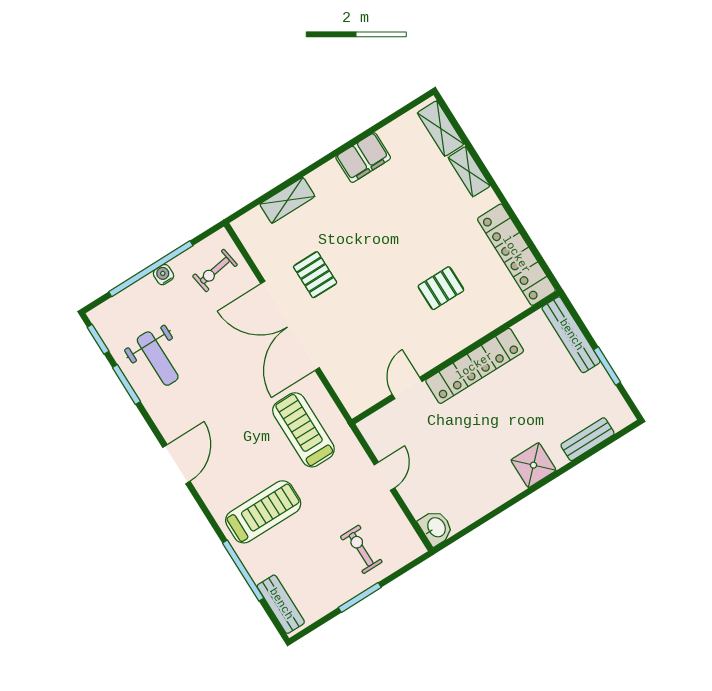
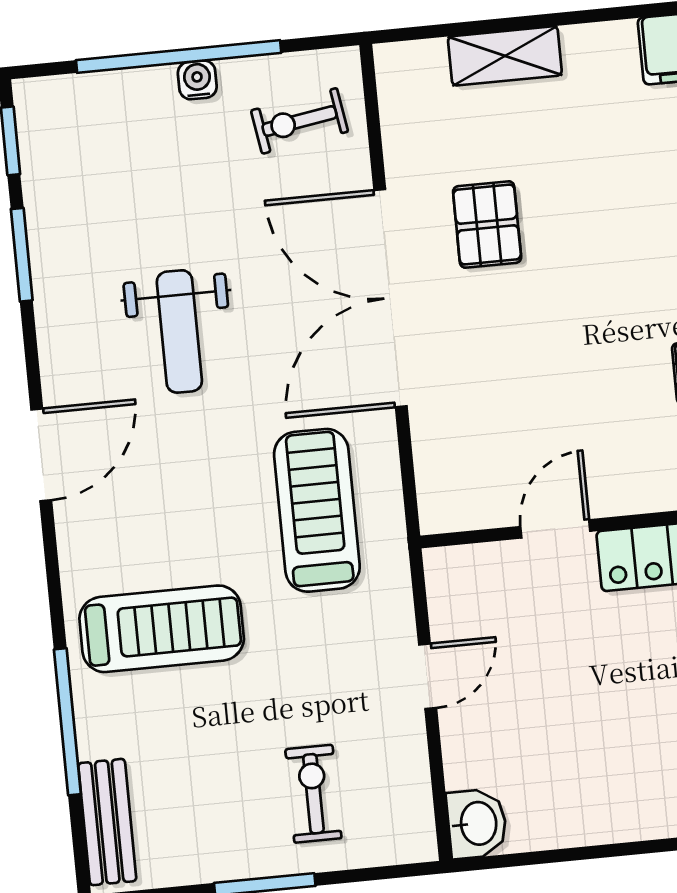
weight bench: (158, 359) -> (179, 331), moved

